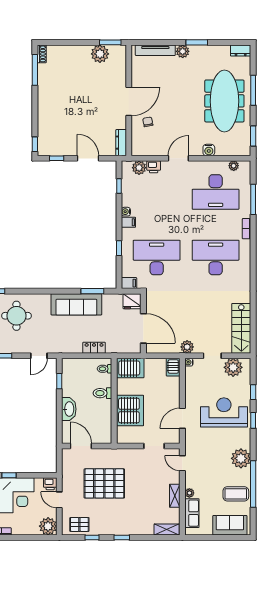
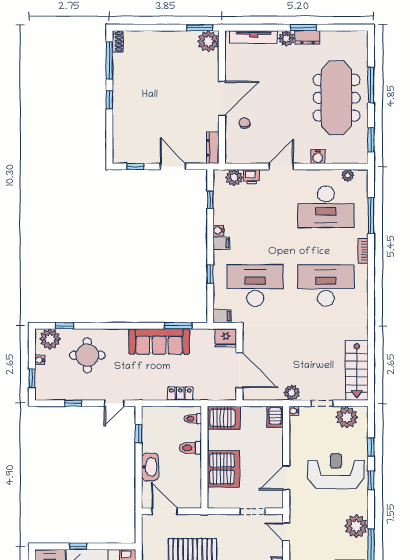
dresser: (241, 51) -> (307, 37), moved
plant: (100, 54) -> (208, 41), moved
window: (35, 144) -> (109, 100), moved

